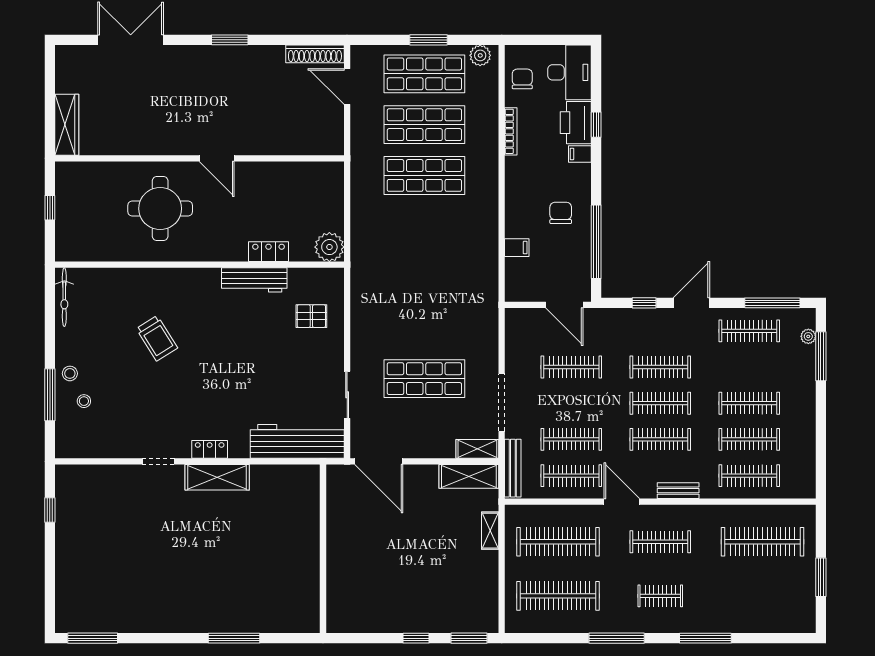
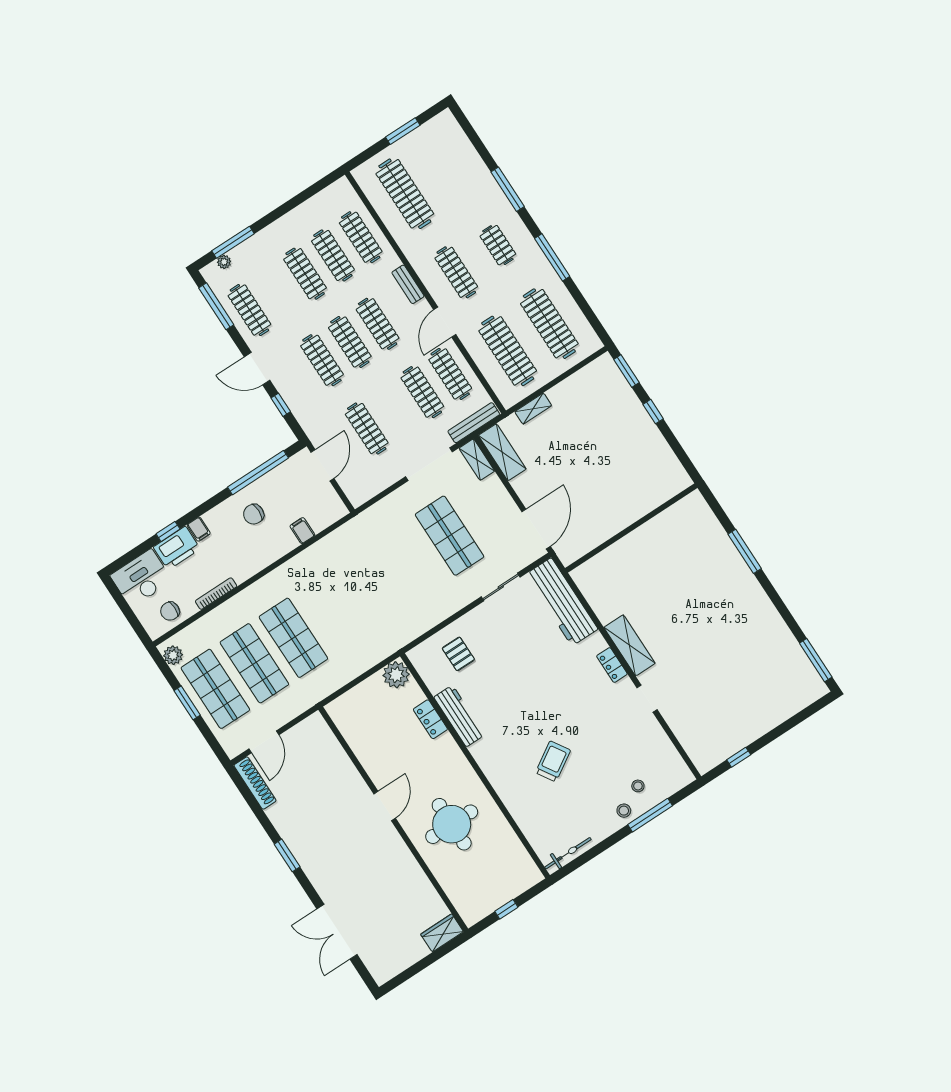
wardrobe: (67, 125) -> (442, 933), width x0.67

